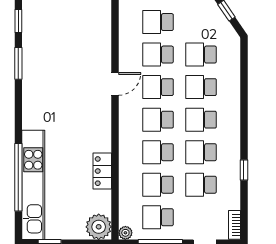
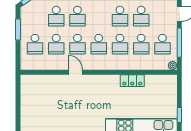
school desk: (201, 120) -> (99, 16), removed
plant: (99, 227) -> (169, 83), removed

